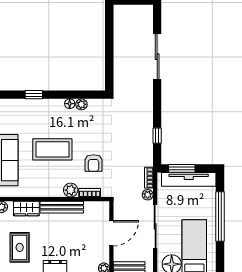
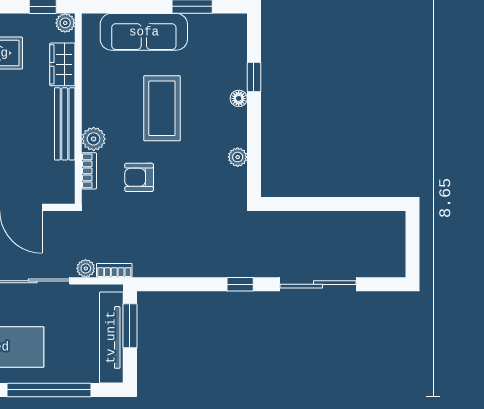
floor lamp: (70, 104) -> (239, 98), moved
window: (157, 136) -> (240, 284), moved

